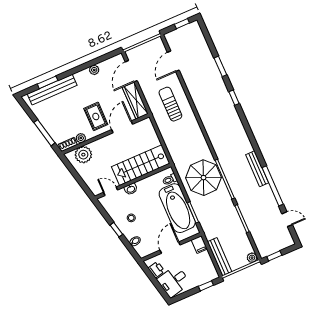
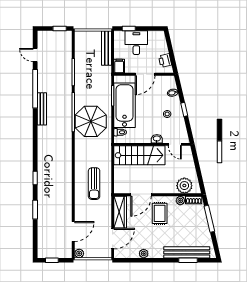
sun lounger: (170, 104) -> (94, 184), moved
plant: (252, 258) -> (79, 253), moved
desk: (174, 281) -> (136, 43), moved, turned -77

